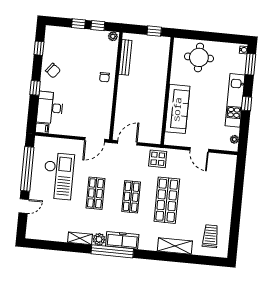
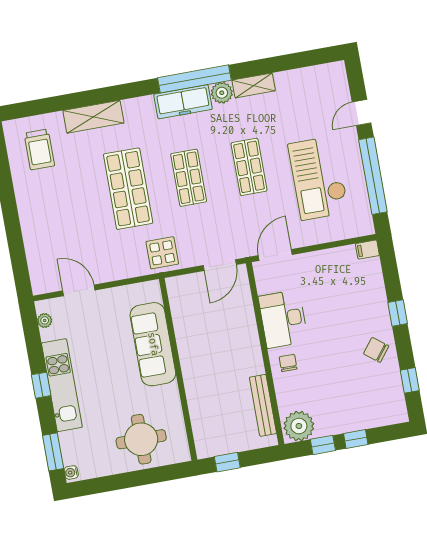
plant: (113, 36) -> (299, 426), width x1.88, depth x1.88
desk: (50, 108) -> (283, 319), moved, turned 180
door: (199, 150) -> (79, 290), moved

